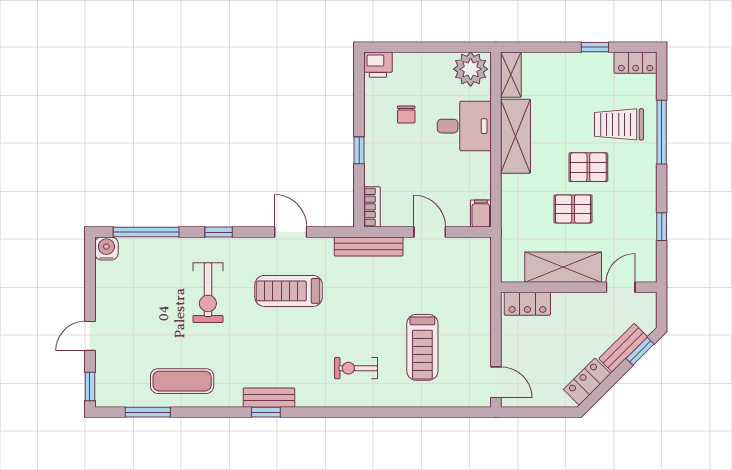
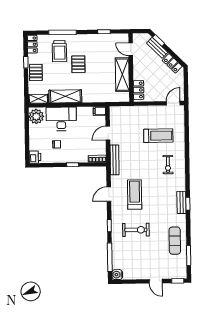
desk: (464, 126) -> (61, 119), width x1.37
pallet: (573, 209) -> (36, 72), moved
treadmill: (289, 291) -> (135, 195), turned 180

